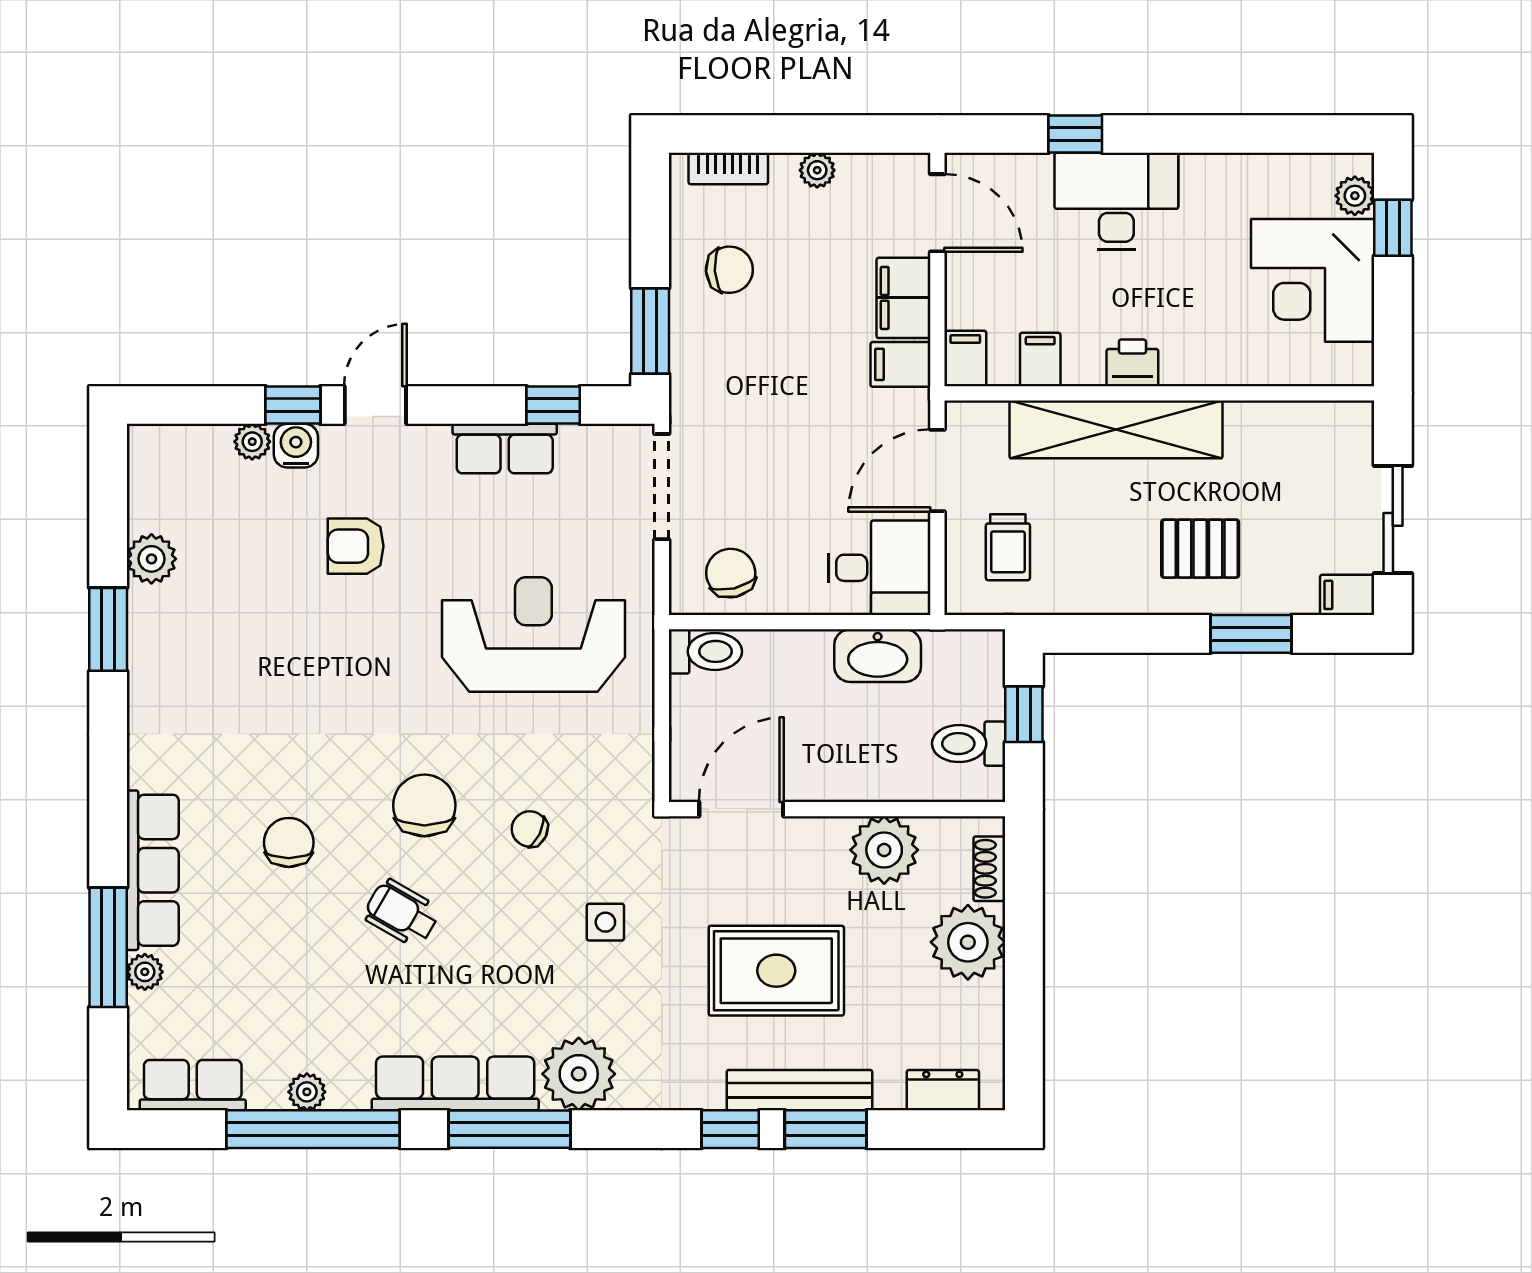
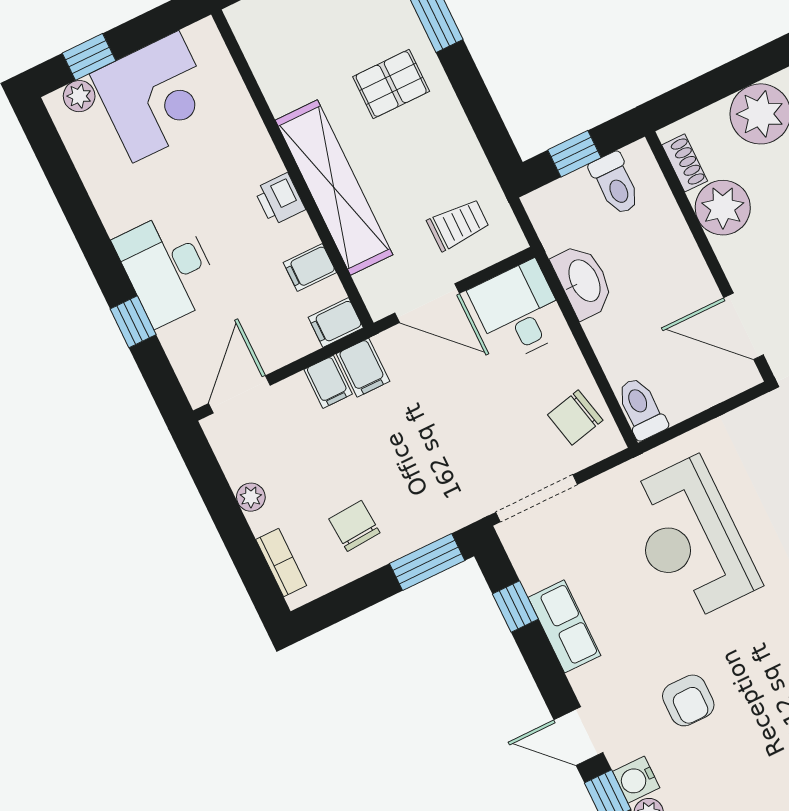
filing cabinet: (904, 298) -> (328, 382), width x0.50
pallet: (1200, 549) -> (391, 84), turned 90
shoe rack: (989, 869) -> (685, 163), moved, turned -90

